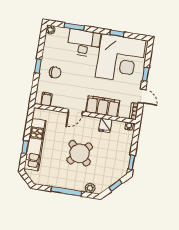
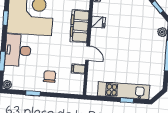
window: (38, 66) -> (33, 93), moved
filing cabinet: (46, 99) -> (78, 69), moved
round table: (80, 153) -> (128, 45), removed

